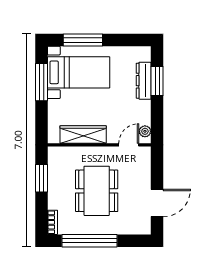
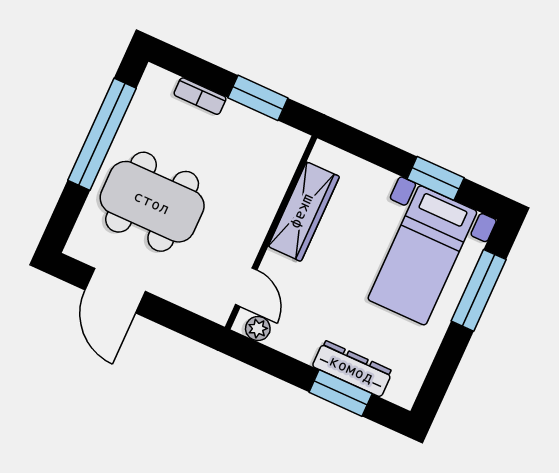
window: (41, 82) -> (436, 178), width x0.69
dining table: (97, 191) -> (152, 202), moved
bookcase: (52, 222) -> (200, 96), moved

